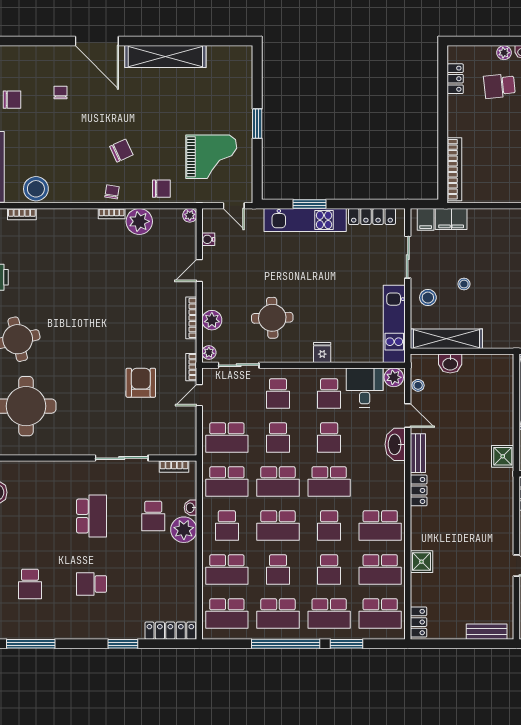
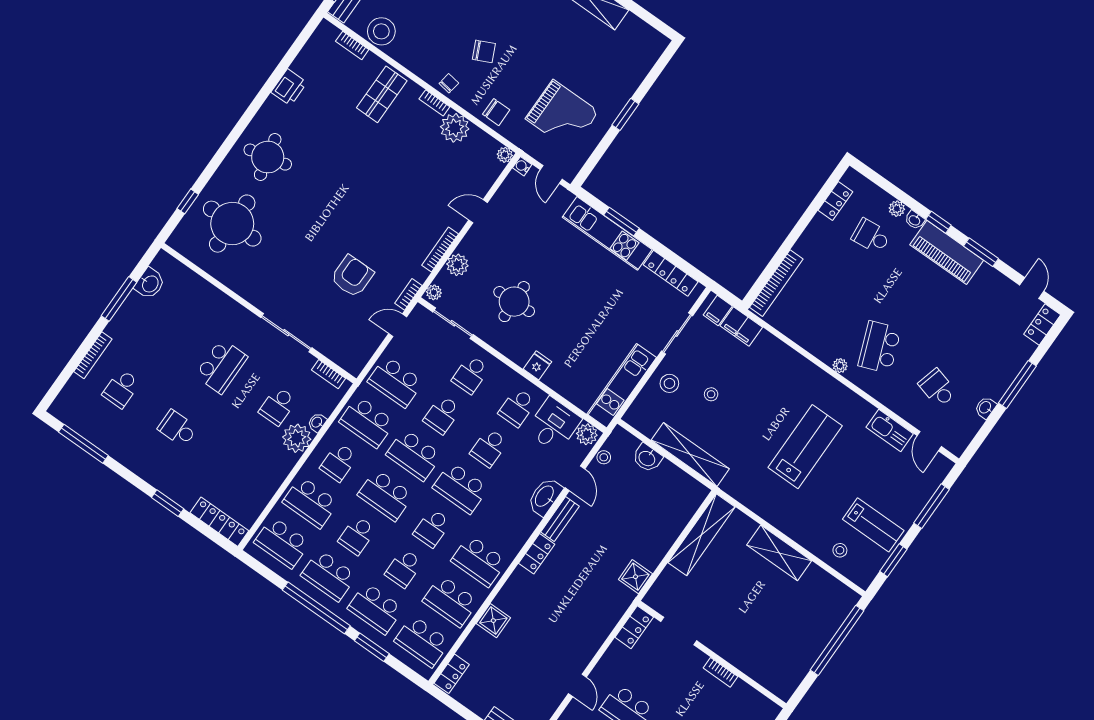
shop shelf: (69, 235) -> (382, 94), added
water cooler: (208, 239) -> (522, 166), moved
shelving: (446, 339) -> (690, 454), moved

